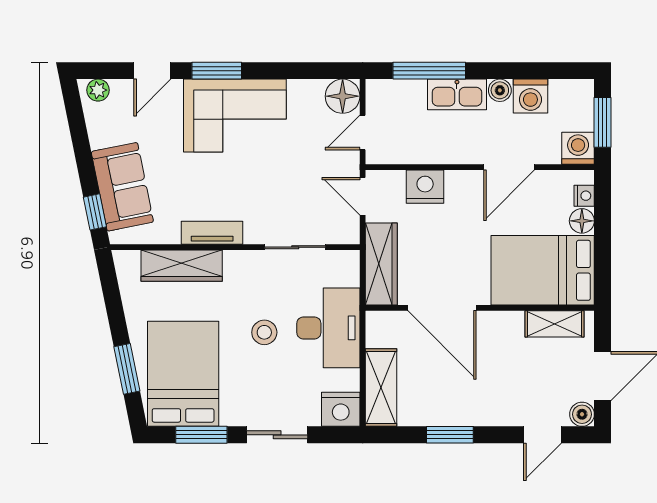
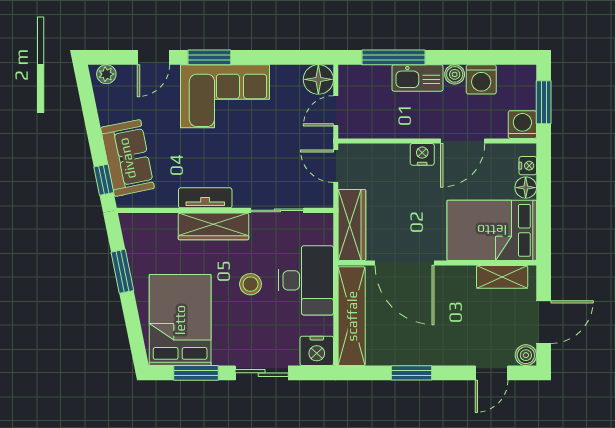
nightstand: (425, 187) -> (422, 154), moved, width x0.74, depth x0.75
wardrobe: (182, 266) -> (213, 226), moved
window: (127, 369) -> (122, 271), moved
shelving: (381, 388) -> (352, 316), width x1.47

